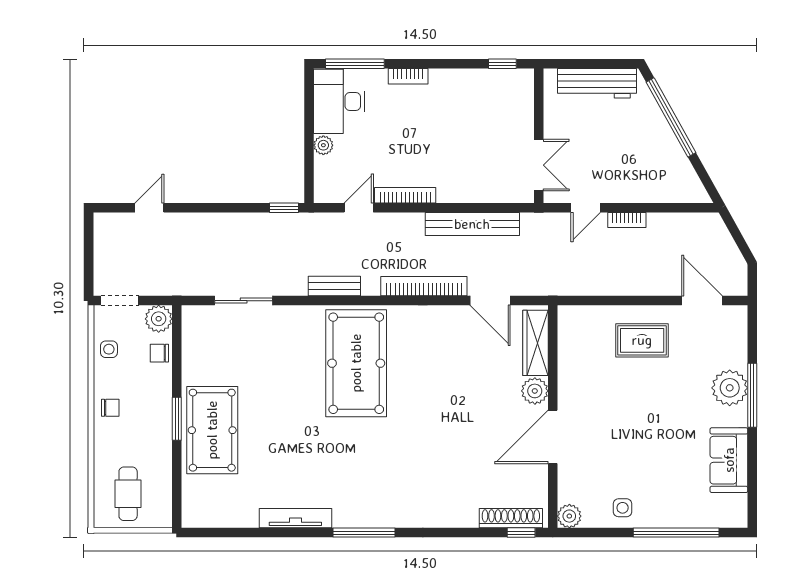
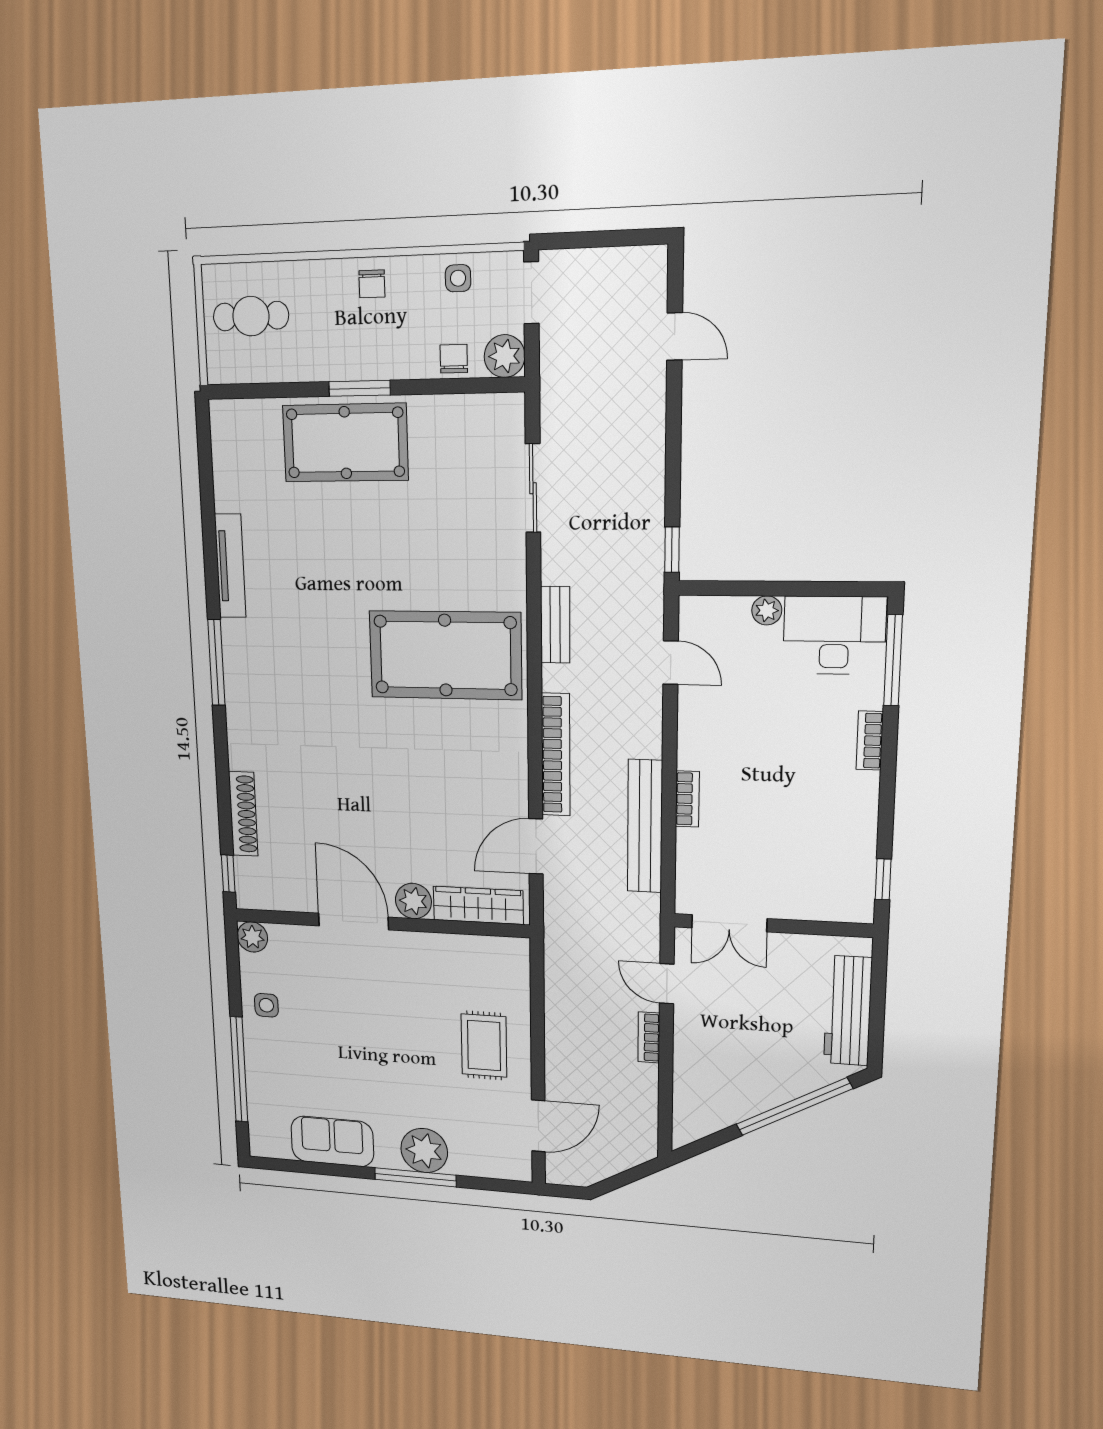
bookcase: (405, 195) -> (687, 799), moved, width x0.64
shoe rack: (511, 518) -> (243, 814), moved

